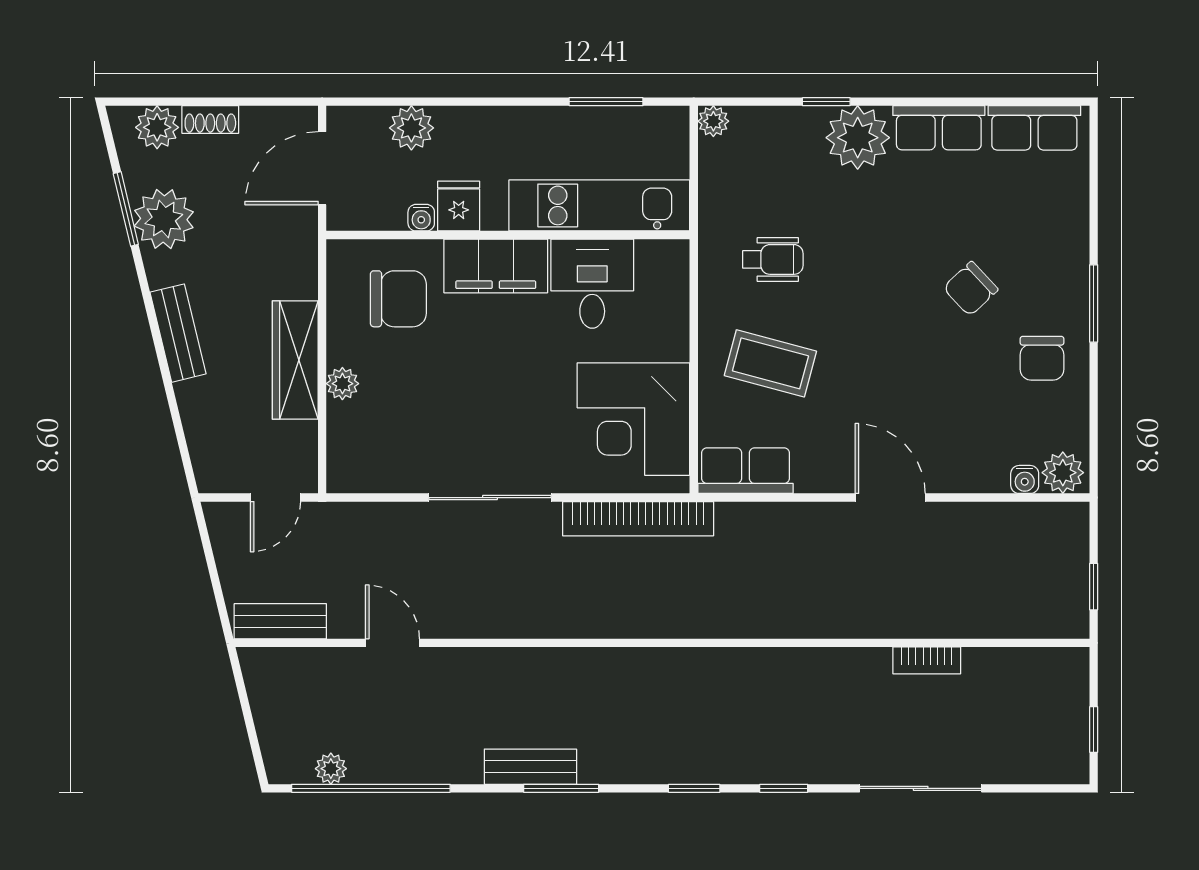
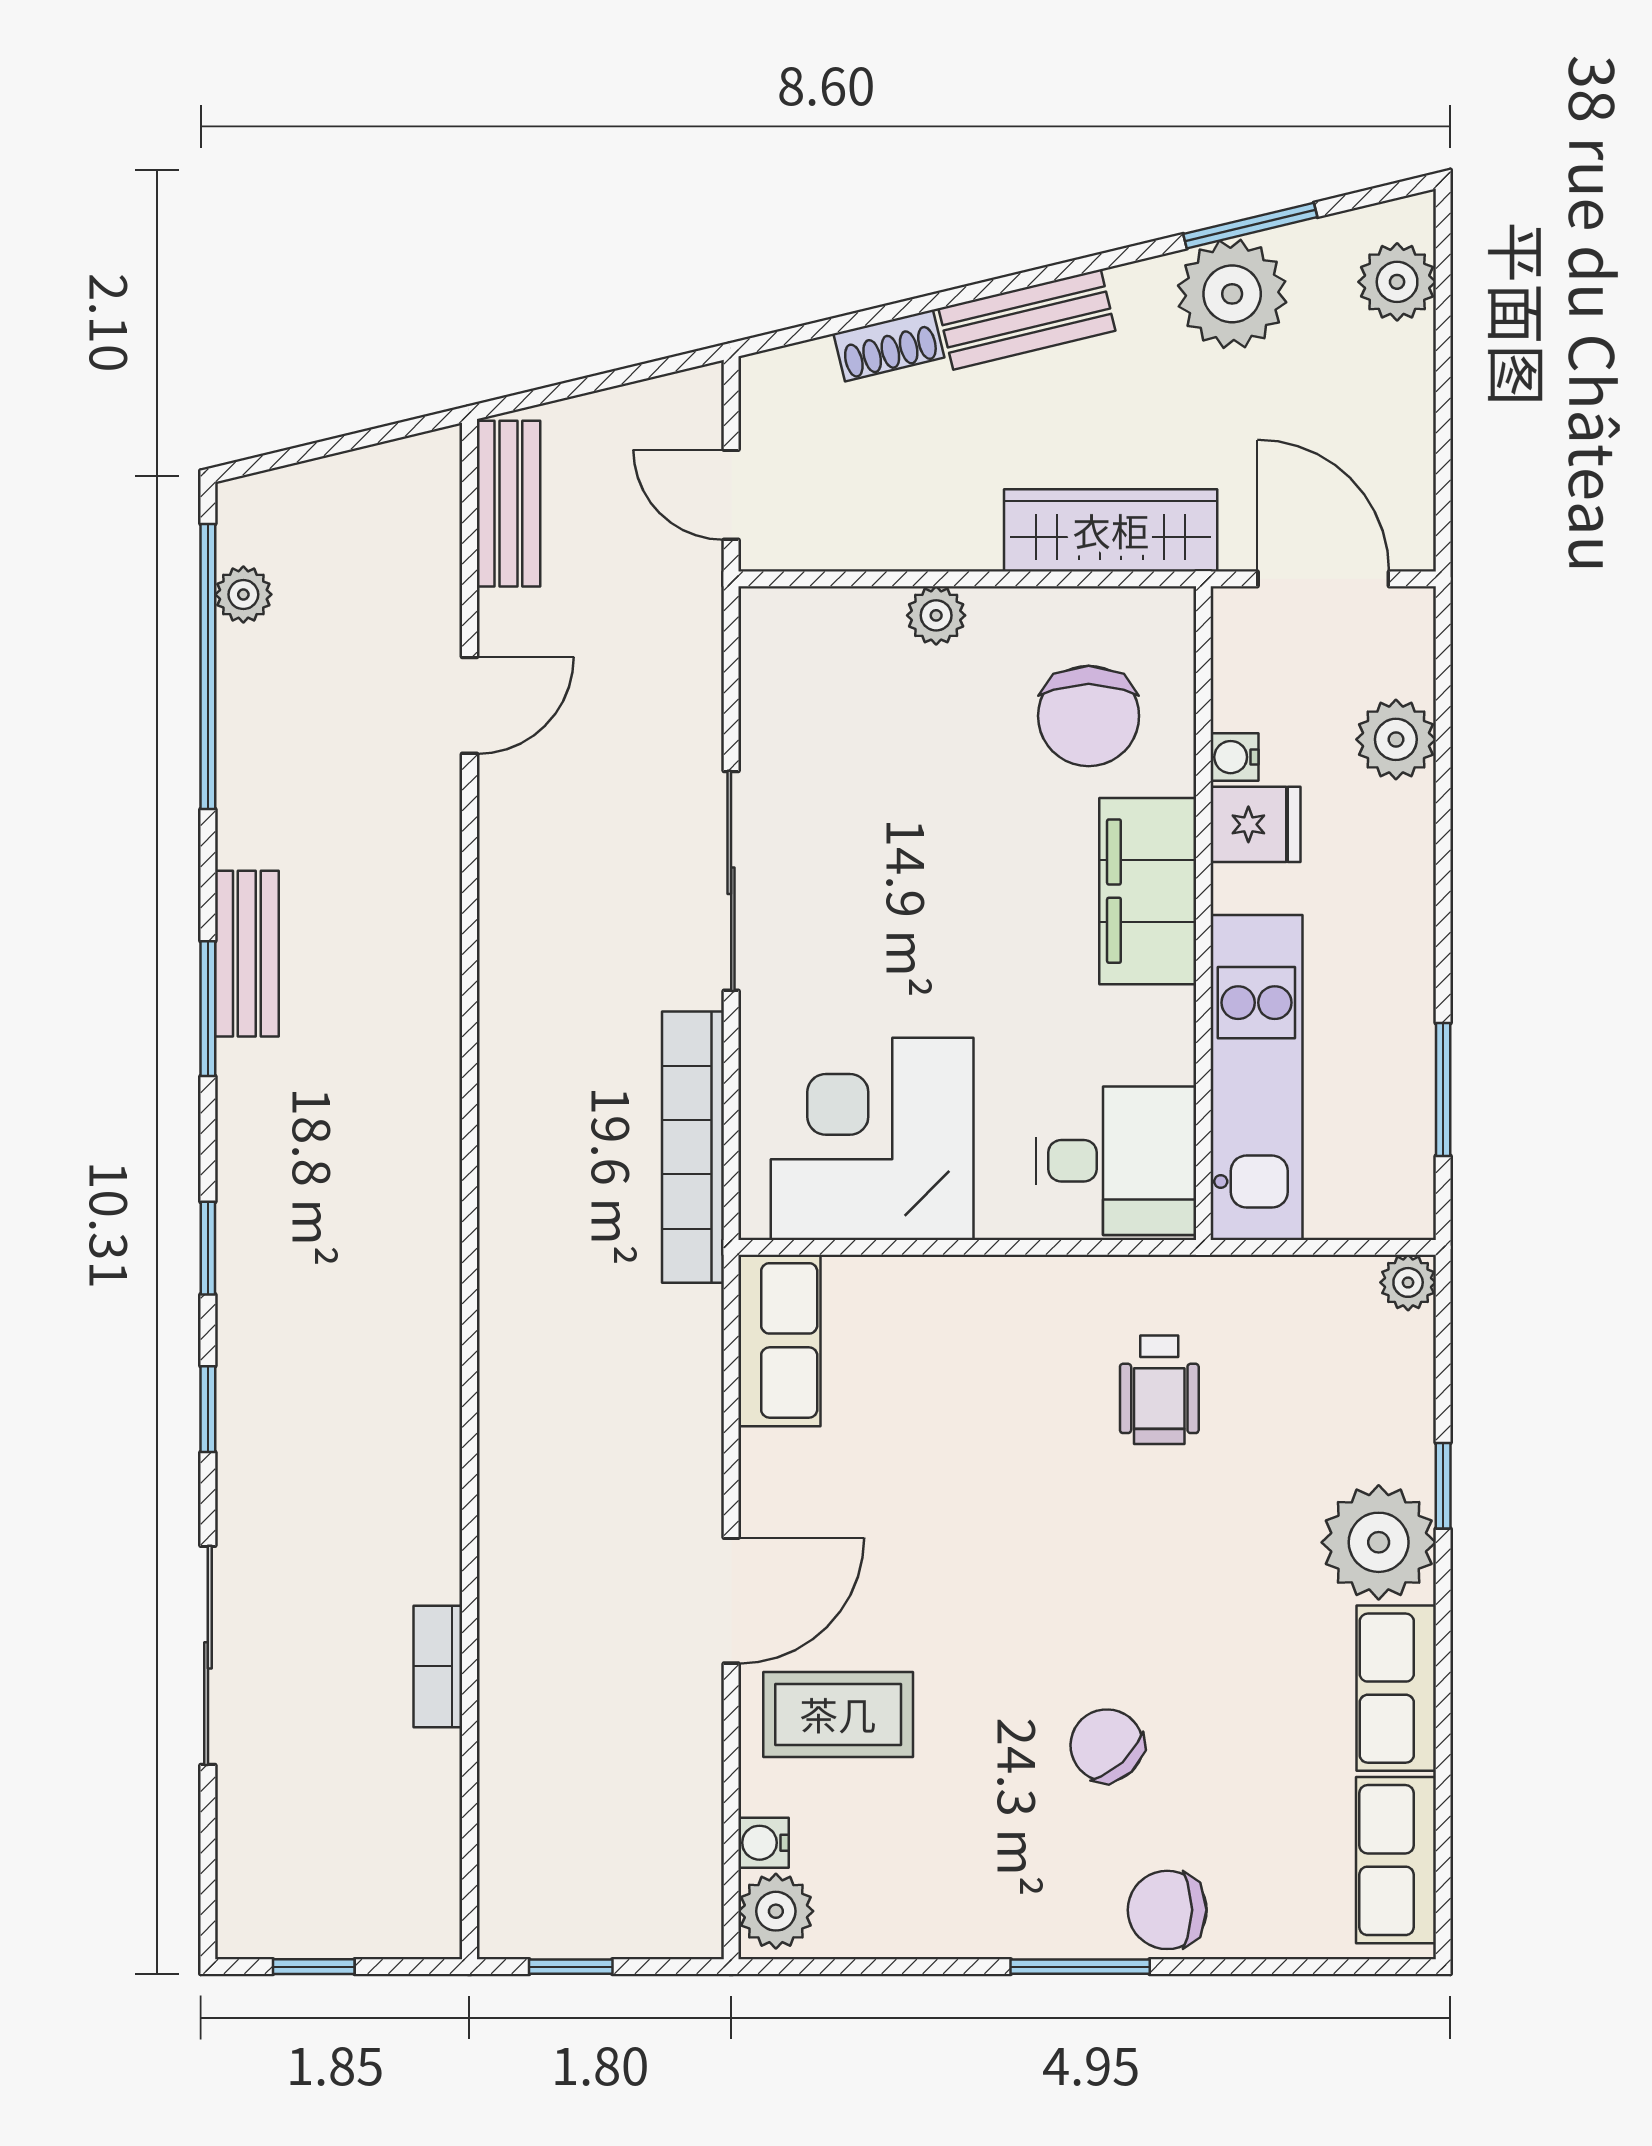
shoe rack: (210, 120) -> (889, 345), moved, turned -104
desk: (592, 284) -> (1116, 1161), moved
chair: (1042, 358) -> (1167, 1910), moved
wardrobe: (295, 360) -> (1111, 530), moved
coffee table: (770, 363) -> (838, 1714), moved, turned 75

